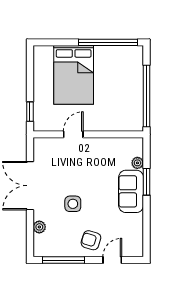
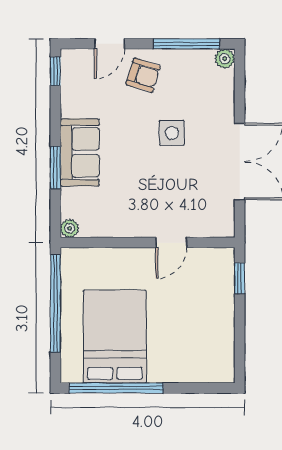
bed: (74, 75) -> (115, 337), moved
plant: (137, 163) -> (70, 228), moved
plant: (39, 227) -> (225, 59), moved
window: (146, 243) -> (55, 71), added

